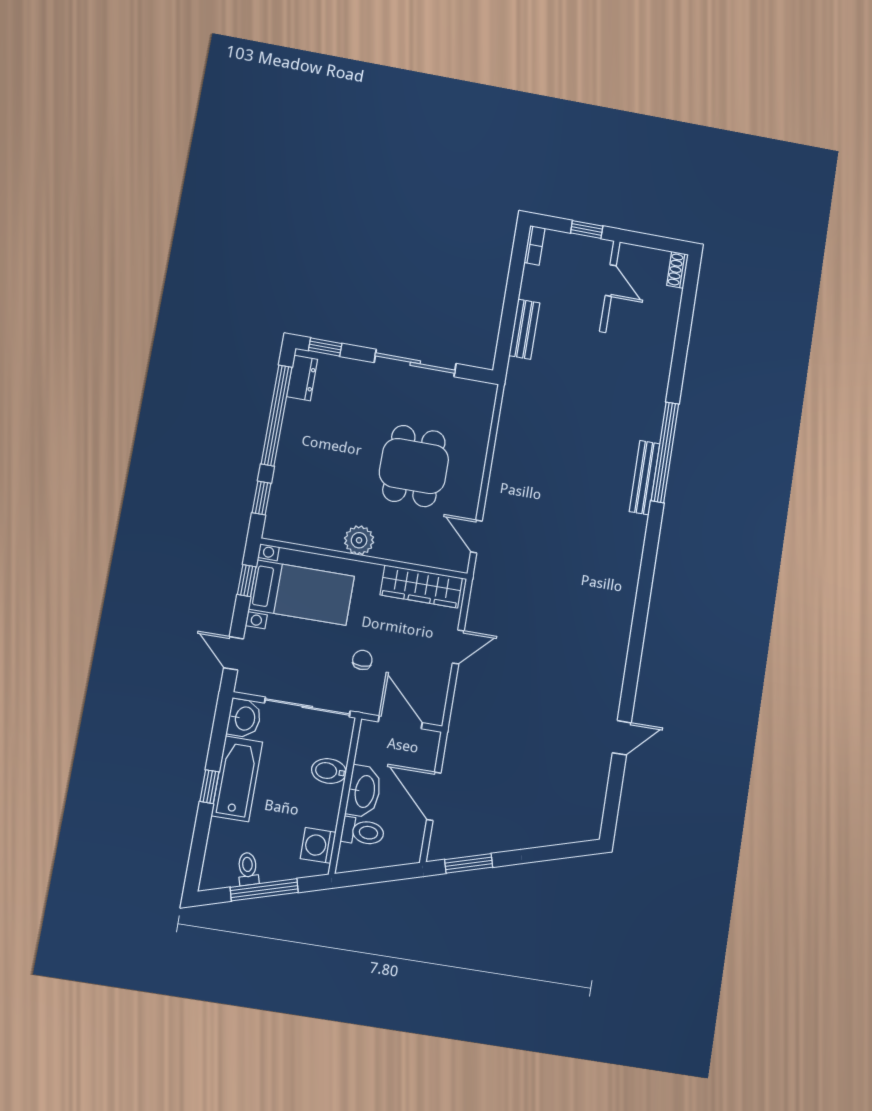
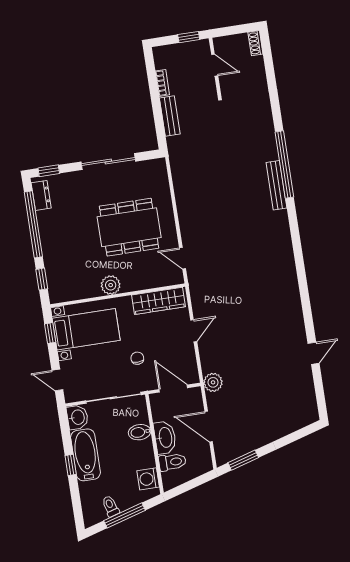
bookcase: (535, 245) -> (162, 83), moved
dining table: (414, 466) -> (129, 227), width x1.37
plant: (462, 732) -> (213, 382), added

